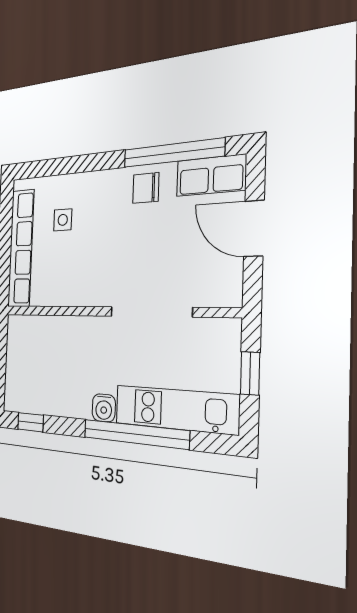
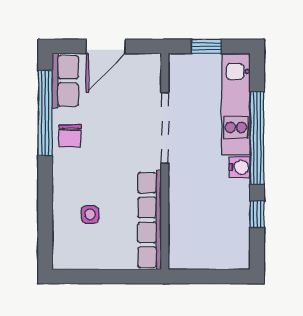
row of seats: (21, 248) -> (150, 220), moved, turned -90
window: (31, 422) -> (257, 214), moved

